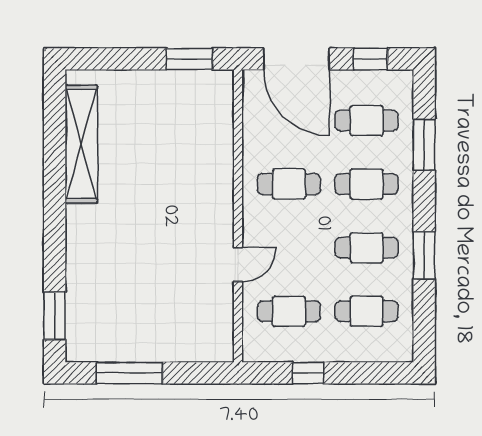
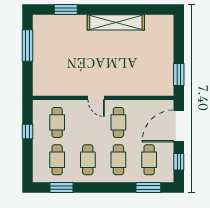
shelving: (81, 144) -> (116, 22), moved
window: (424, 145) -> (148, 187), moved
window: (424, 255) -> (62, 187), moved
door: (238, 264) -> (96, 98), moved
window: (55, 316) -> (66, 9), moved

